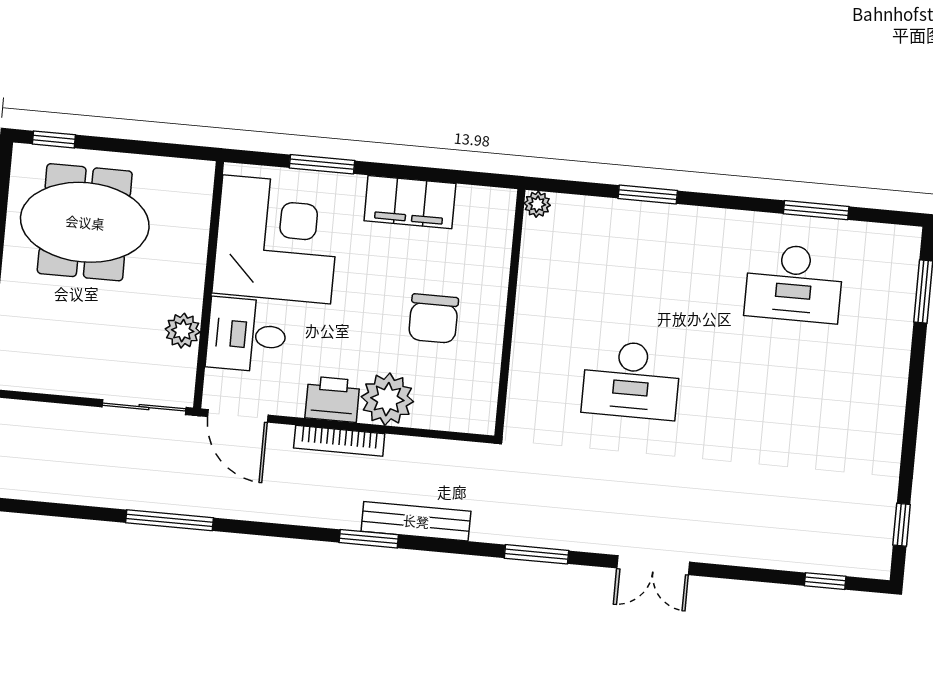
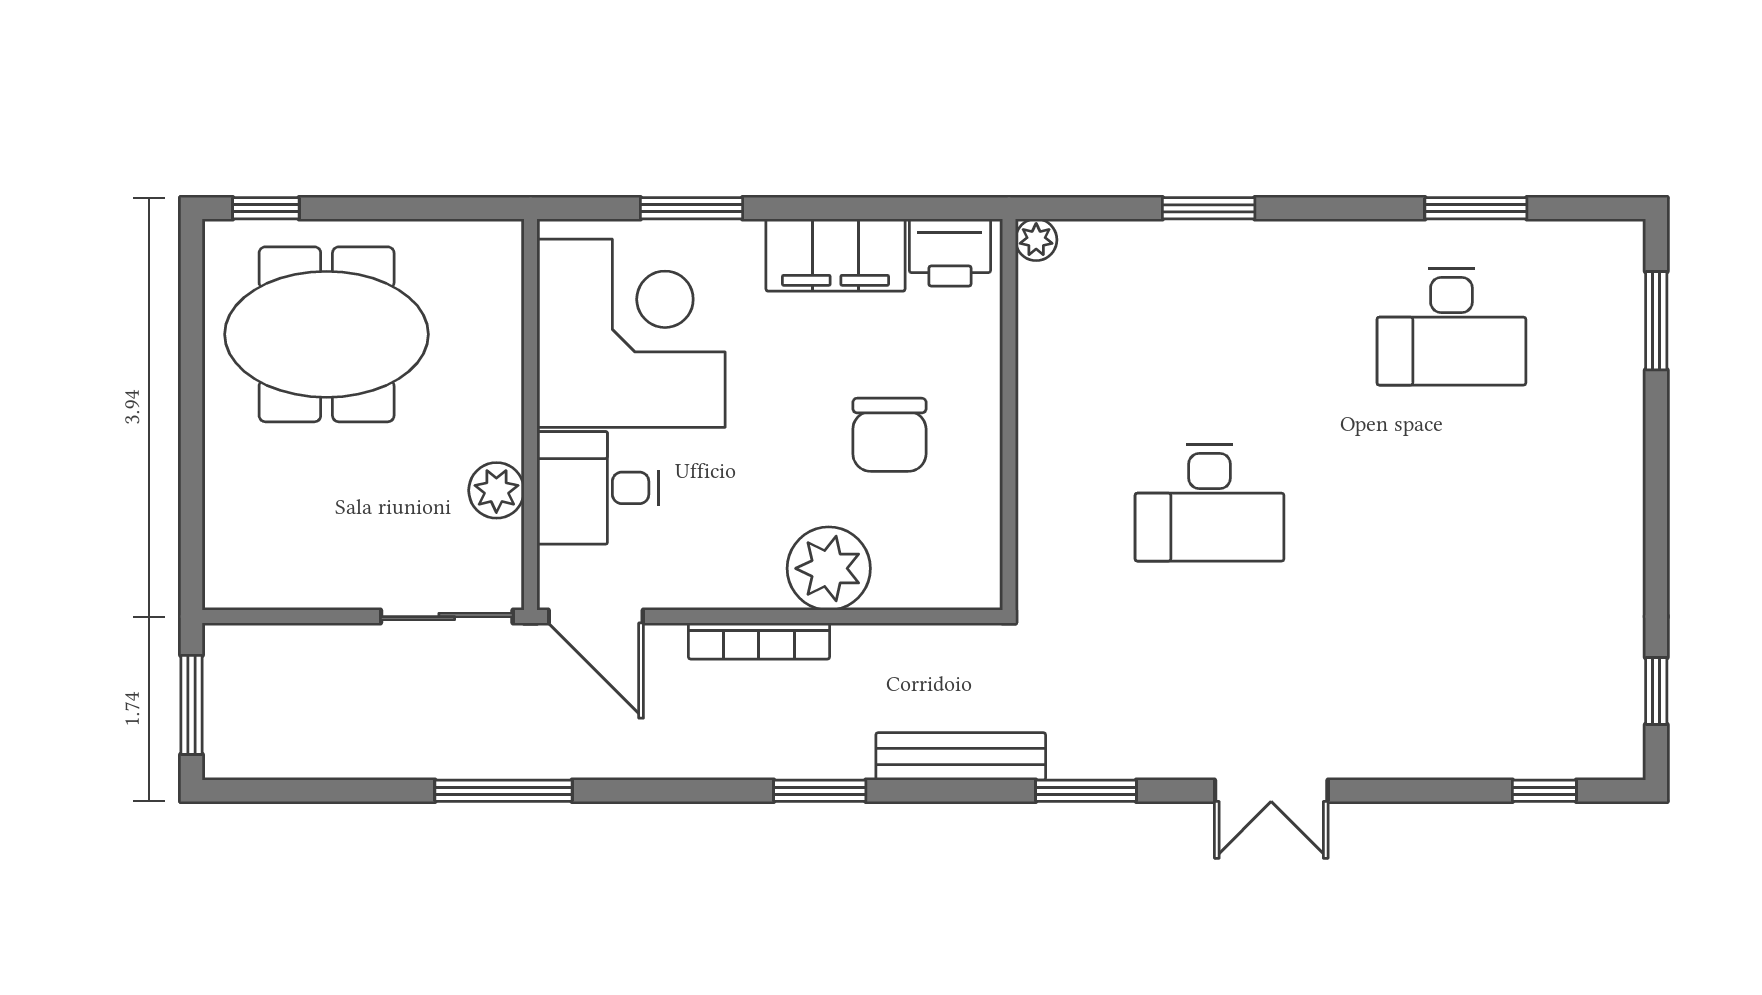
printer: (332, 399) -> (950, 253), moved, turned 180
bench: (416, 521) -> (961, 756), moved

